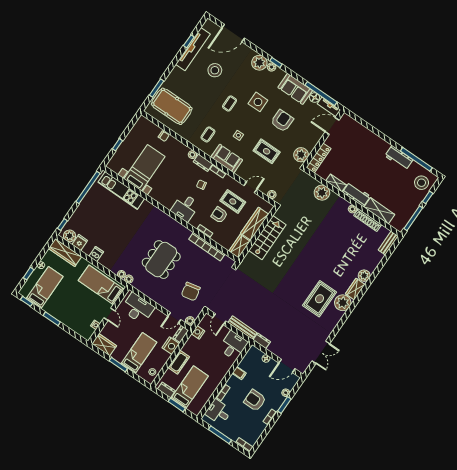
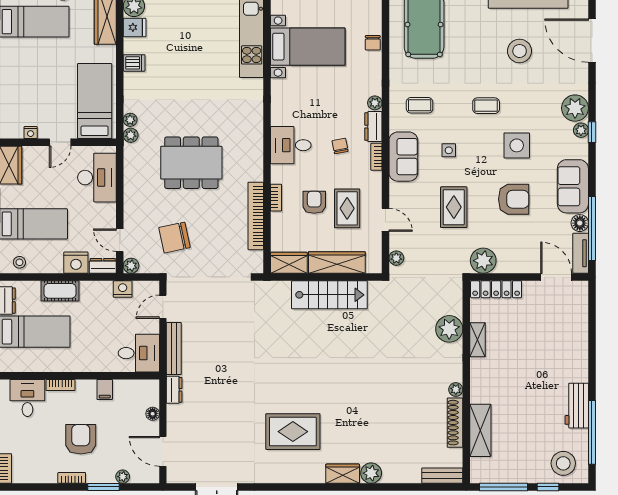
workbench: (356, 194) -> (481, 381), removed
plant: (343, 303) -> (310, 469), removed

